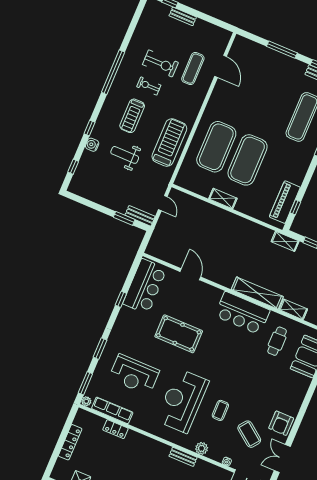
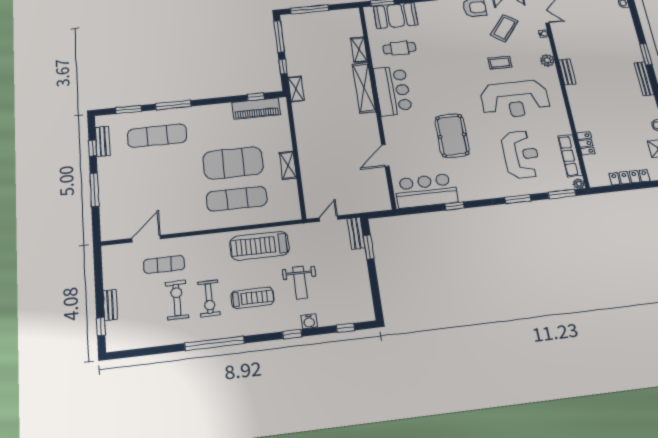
exercise bike: (149, 86) -> (209, 298), width x1.38, depth x1.39
exercise mat: (216, 147) -> (237, 199), width x0.68

